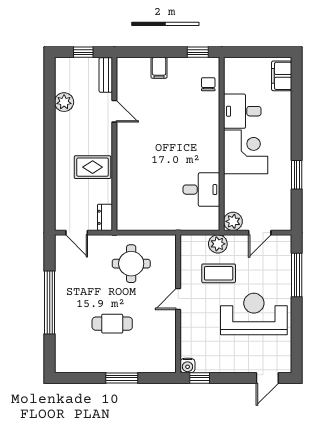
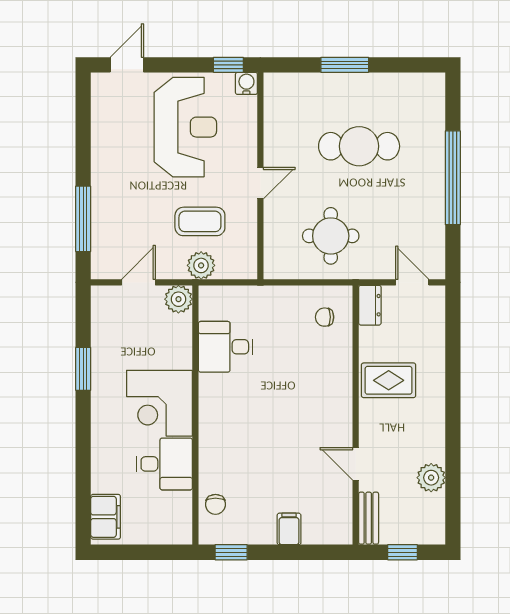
chair: (135, 209) -> (325, 317), added
reception desk: (254, 314) -> (185, 127), moved, turned -90
cafe table: (112, 324) -> (359, 146), width x1.37, depth x1.35

